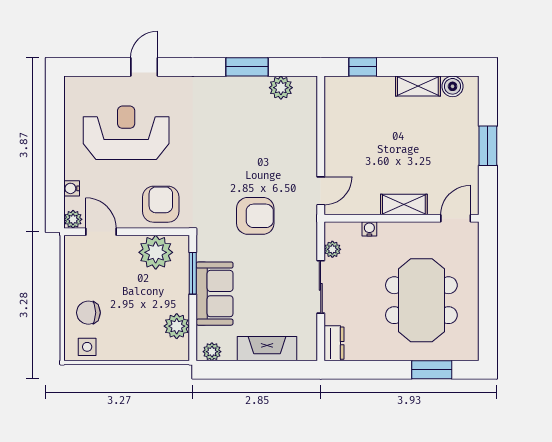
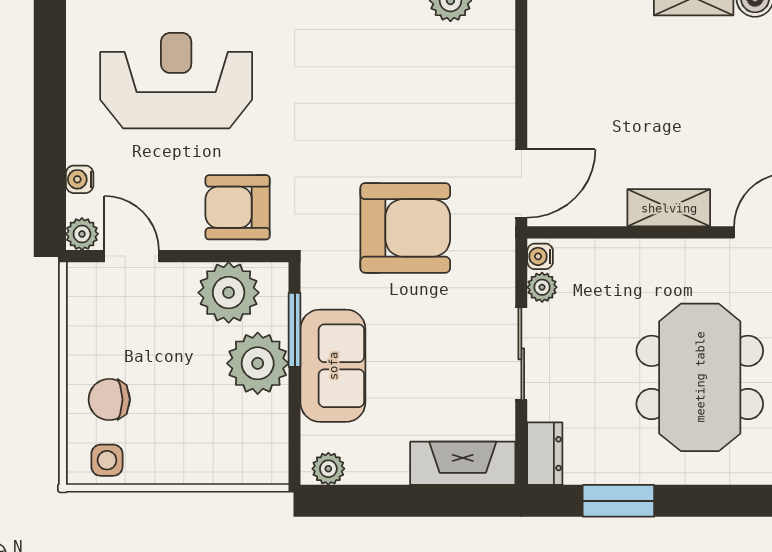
door: (321, 191) -> (521, 184), width x1.38
armchair: (161, 204) -> (238, 207), turned -90
armchair: (255, 216) -> (405, 228), width x1.36, depth x1.36
water cooler: (369, 229) -> (540, 256), moved, turned -90
plant: (177, 326) -> (258, 363), moved, width x1.36, depth x1.36
fireplace: (267, 349) -> (463, 463), moved
window: (432, 370) -> (618, 501), moved

